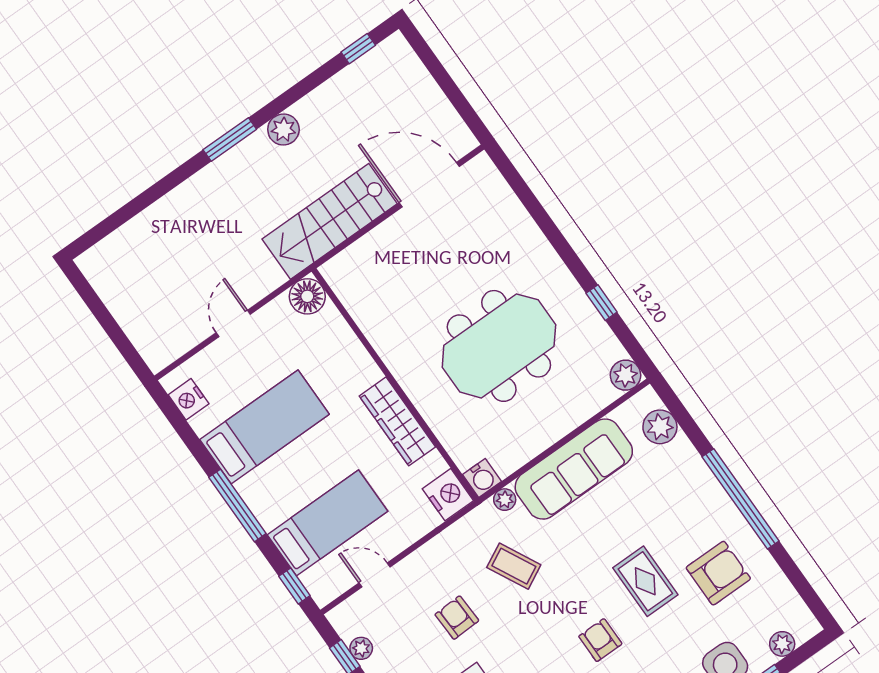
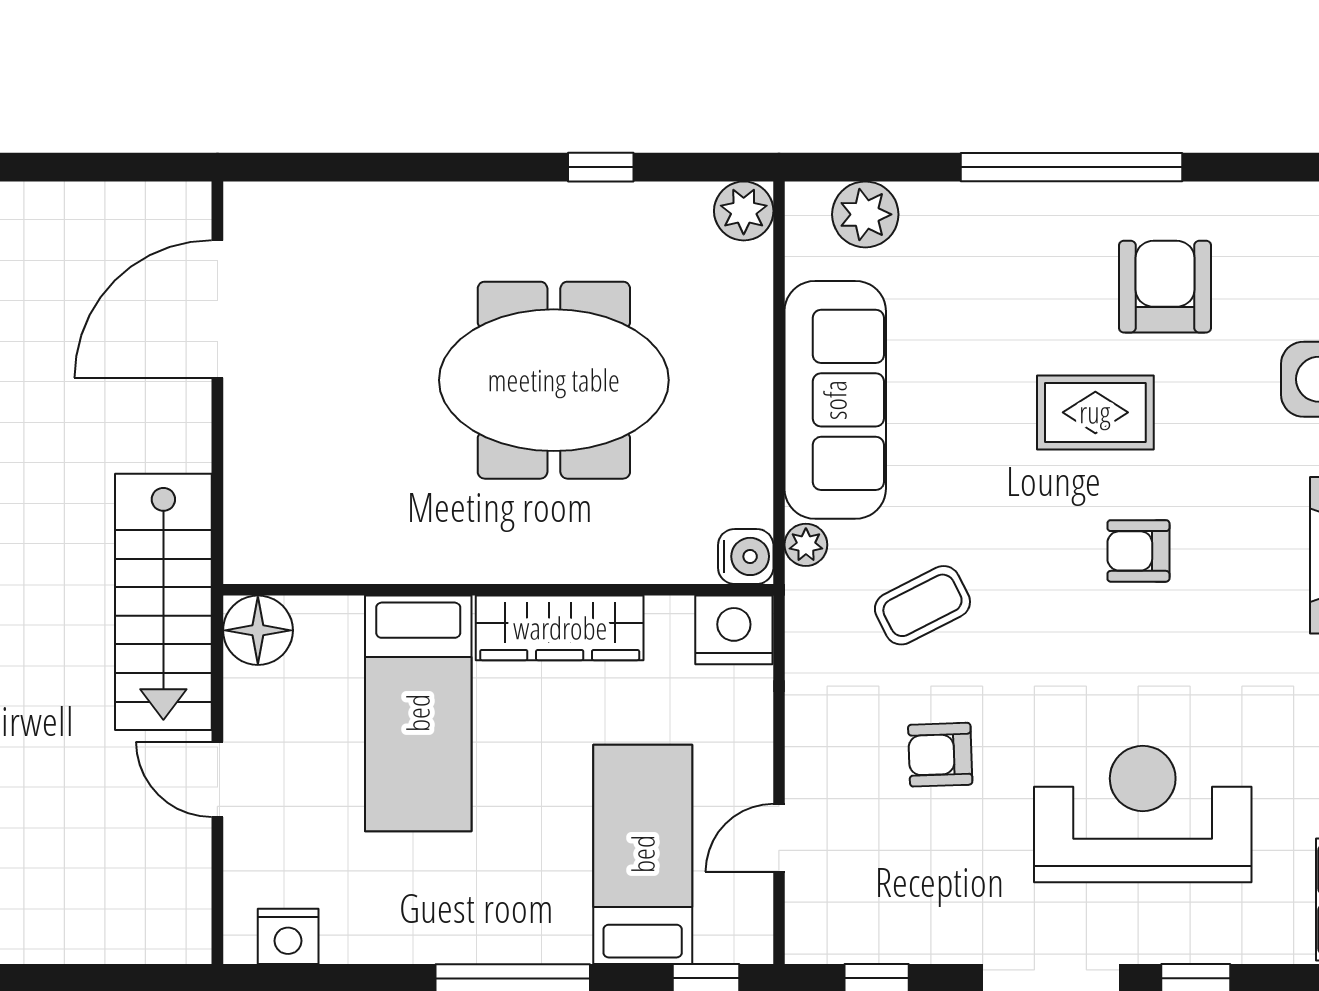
stairs: (330, 221) -> (163, 602), moved
meeting table: (499, 346) -> (554, 380), turned 90
bed: (265, 427) -> (418, 713), moved, turned 180
plant: (361, 648) -> (881, 942), removed

